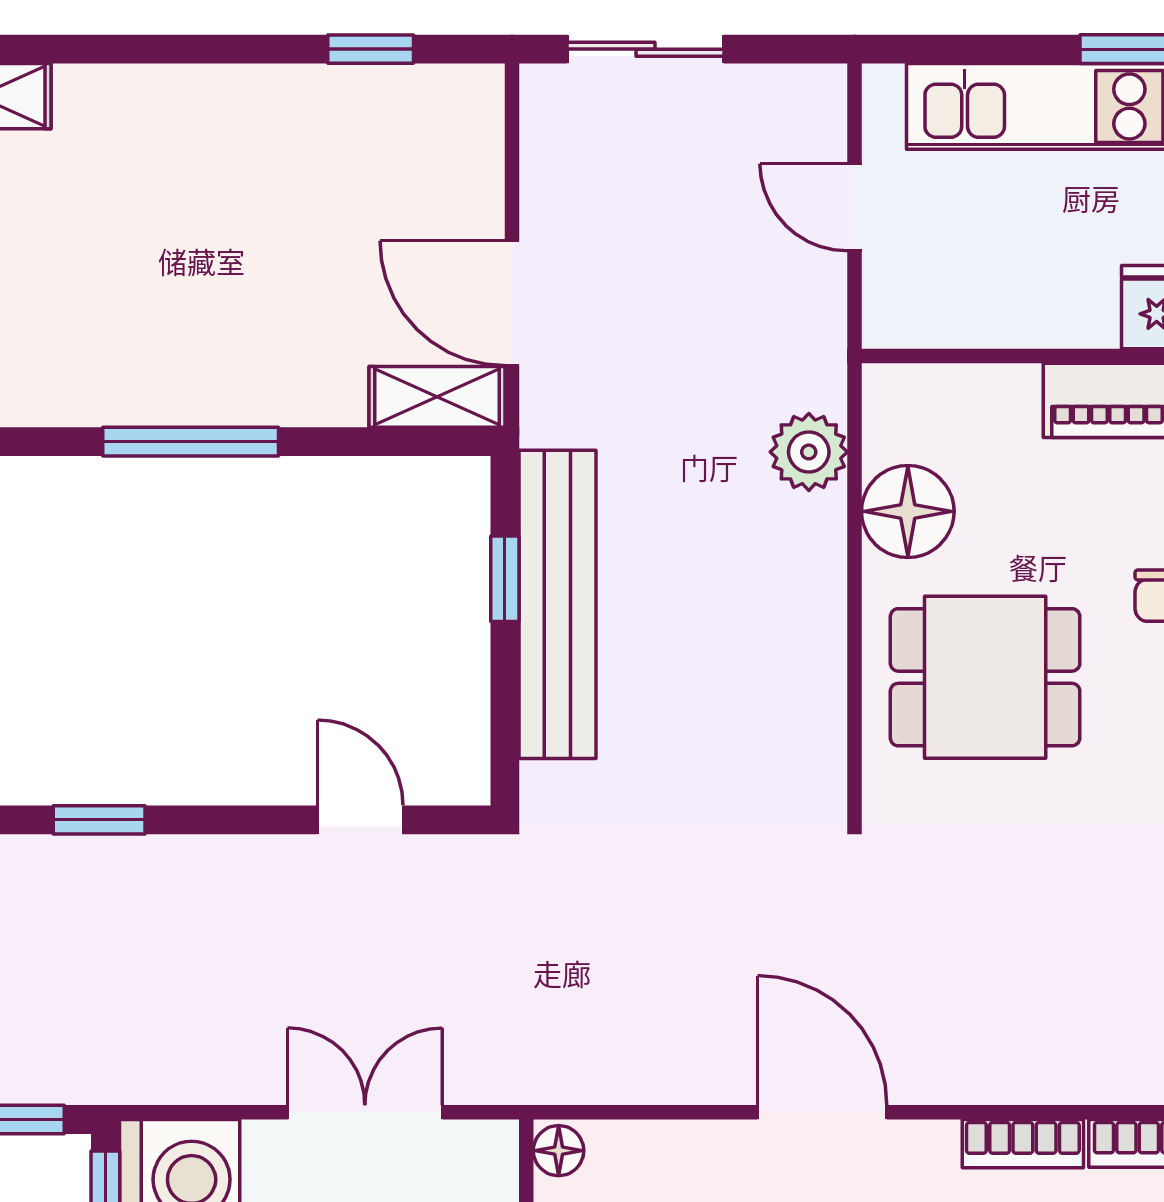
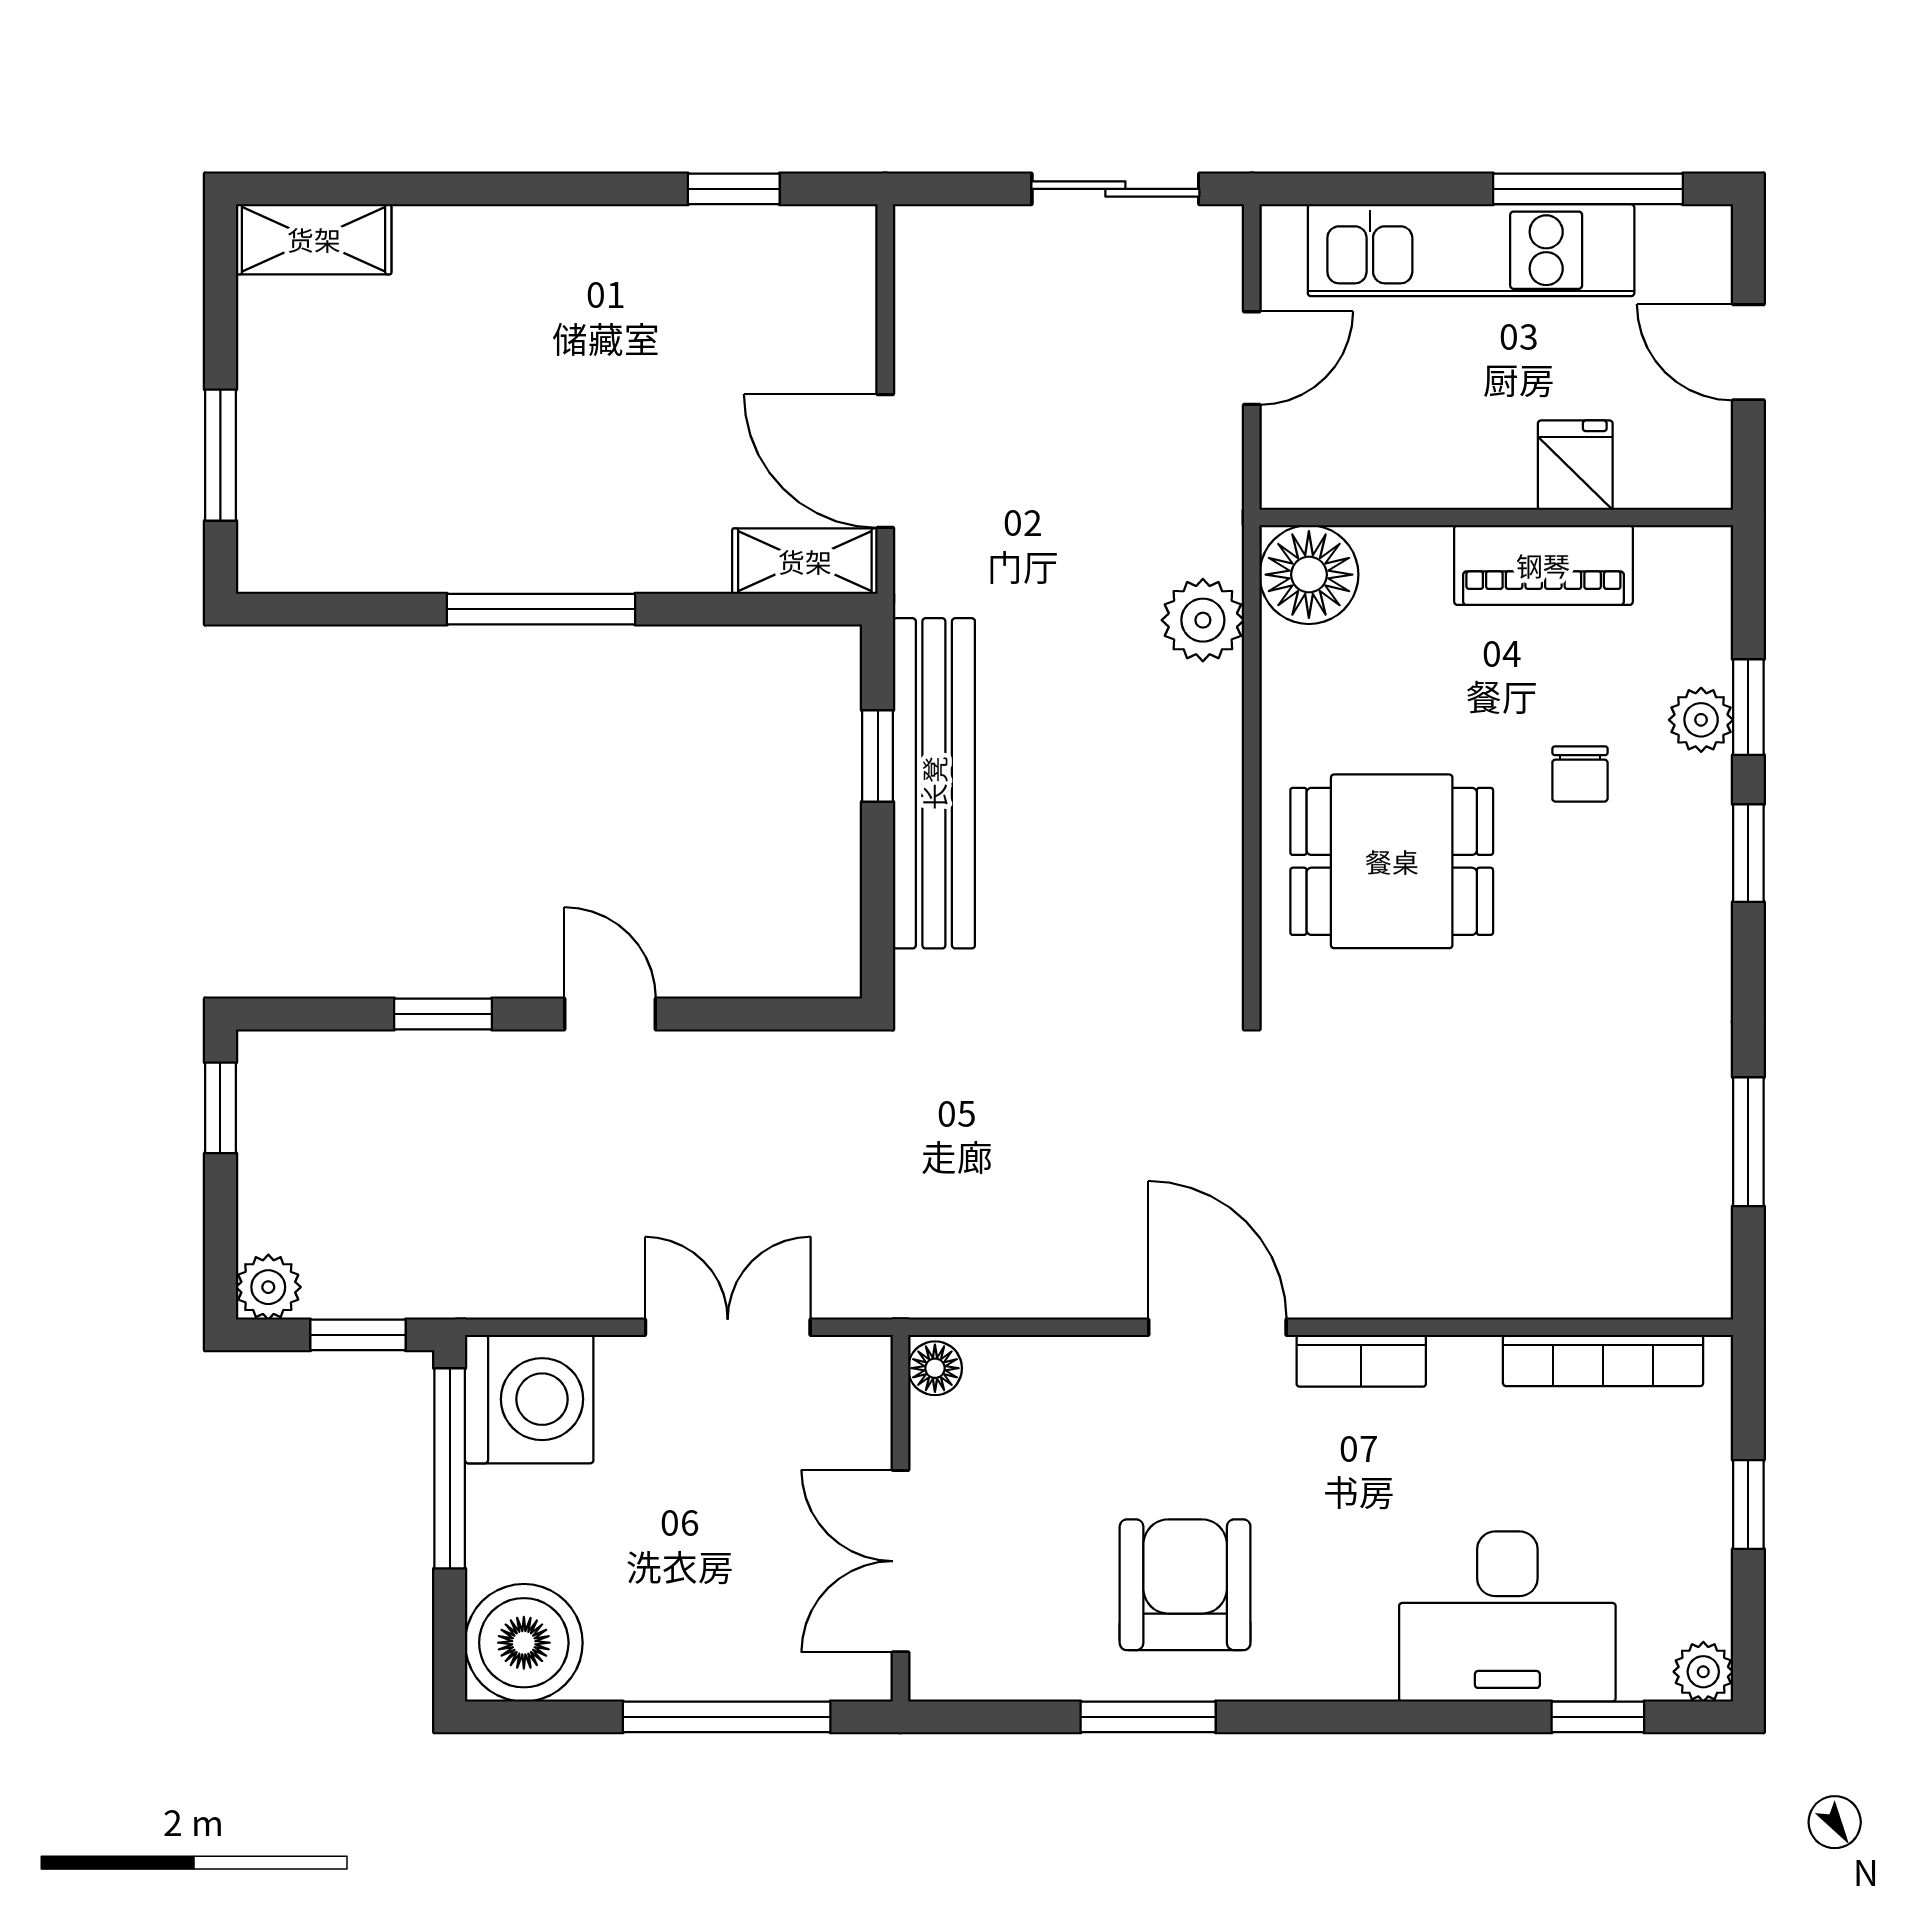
sliding door: (646, 49) -> (1115, 189), moved
door: (854, 207) -> (1252, 358), swing flipped
floor lamp: (908, 511) -> (1309, 575), moved
door: (360, 820) -> (610, 1014), moved
bookcase: (1023, 1144) -> (1361, 1361), moved

